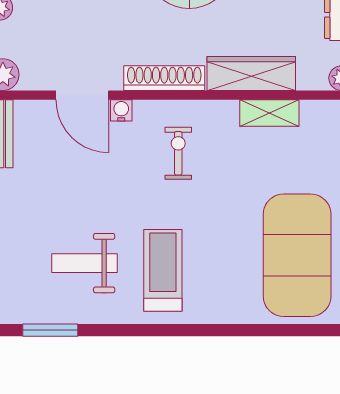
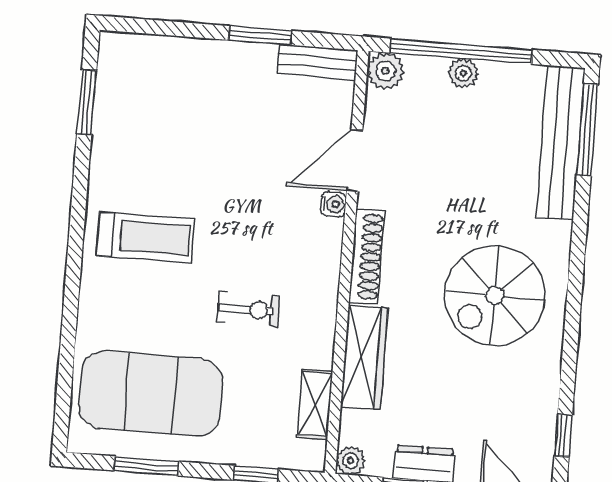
shelving: (269, 113) -> (315, 404), moved
exercise bike: (178, 153) -> (248, 309), moved
weight bench: (85, 263) -> (161, 148), removed

